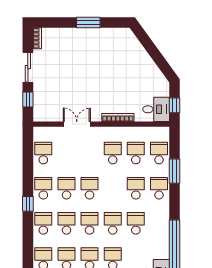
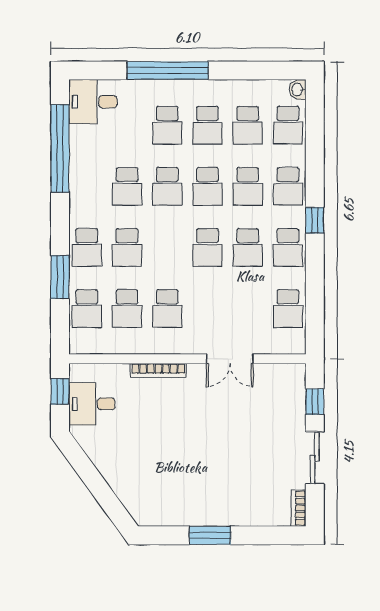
desk: (156, 109) -> (92, 404), moved

